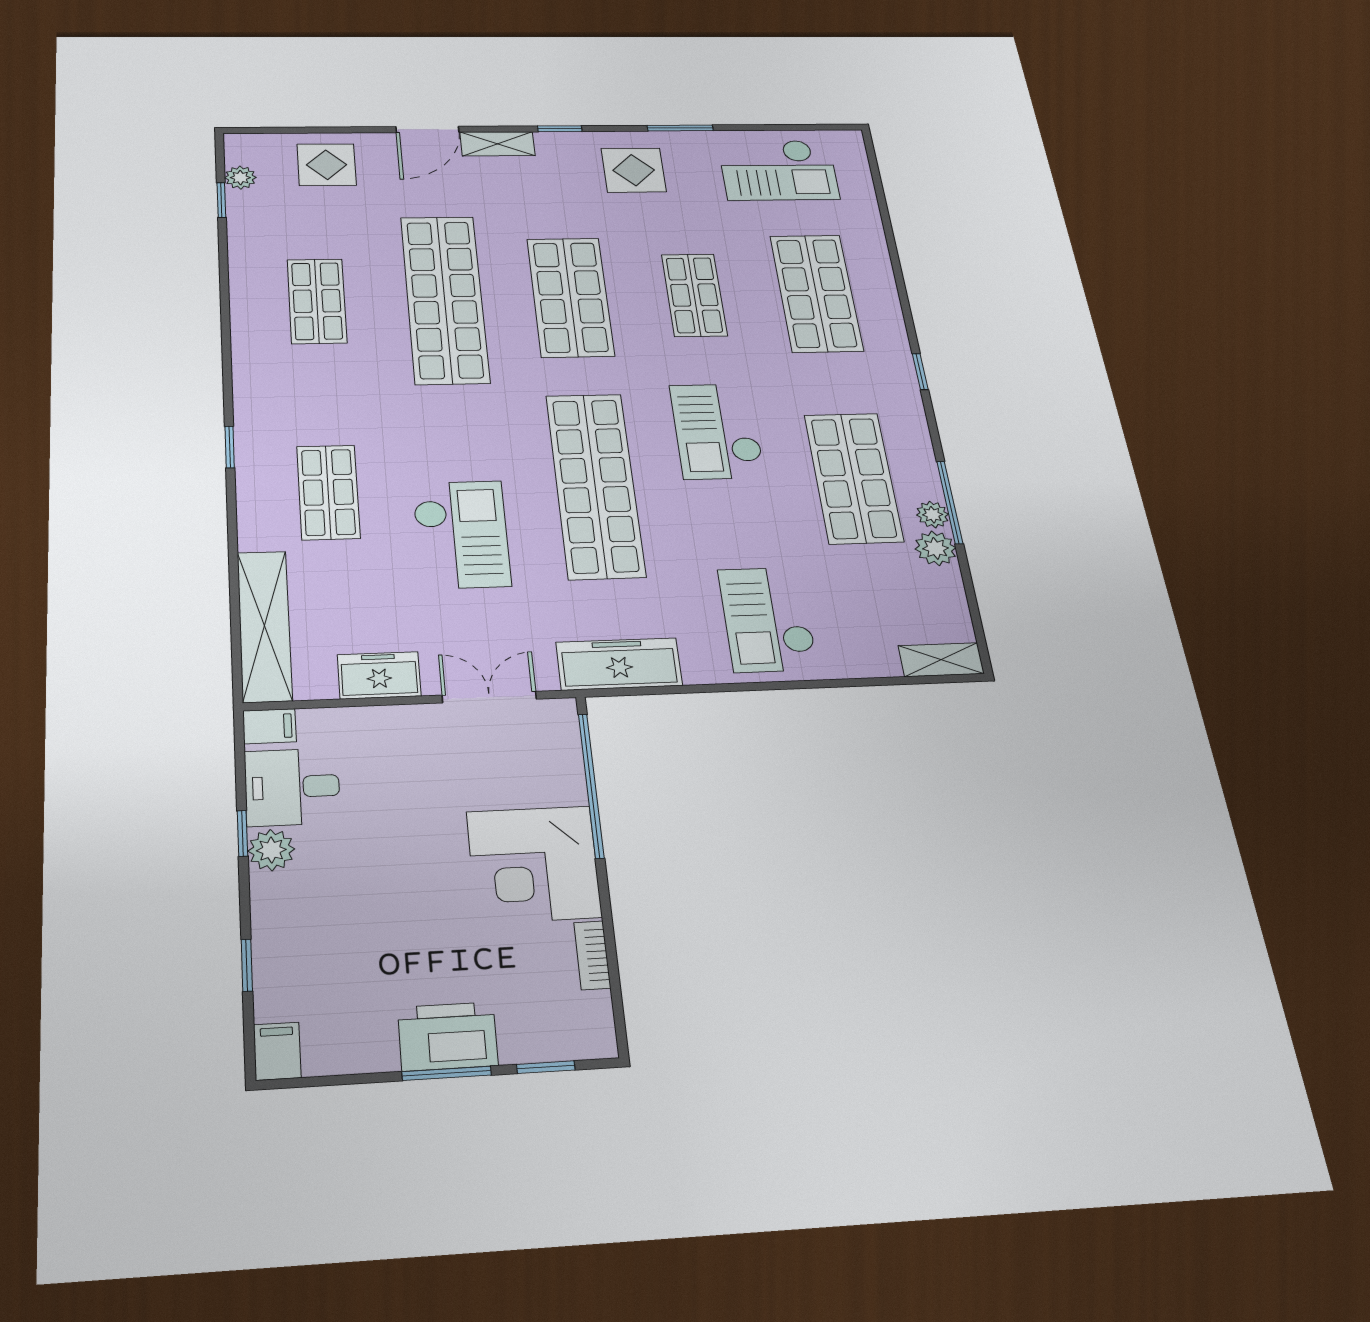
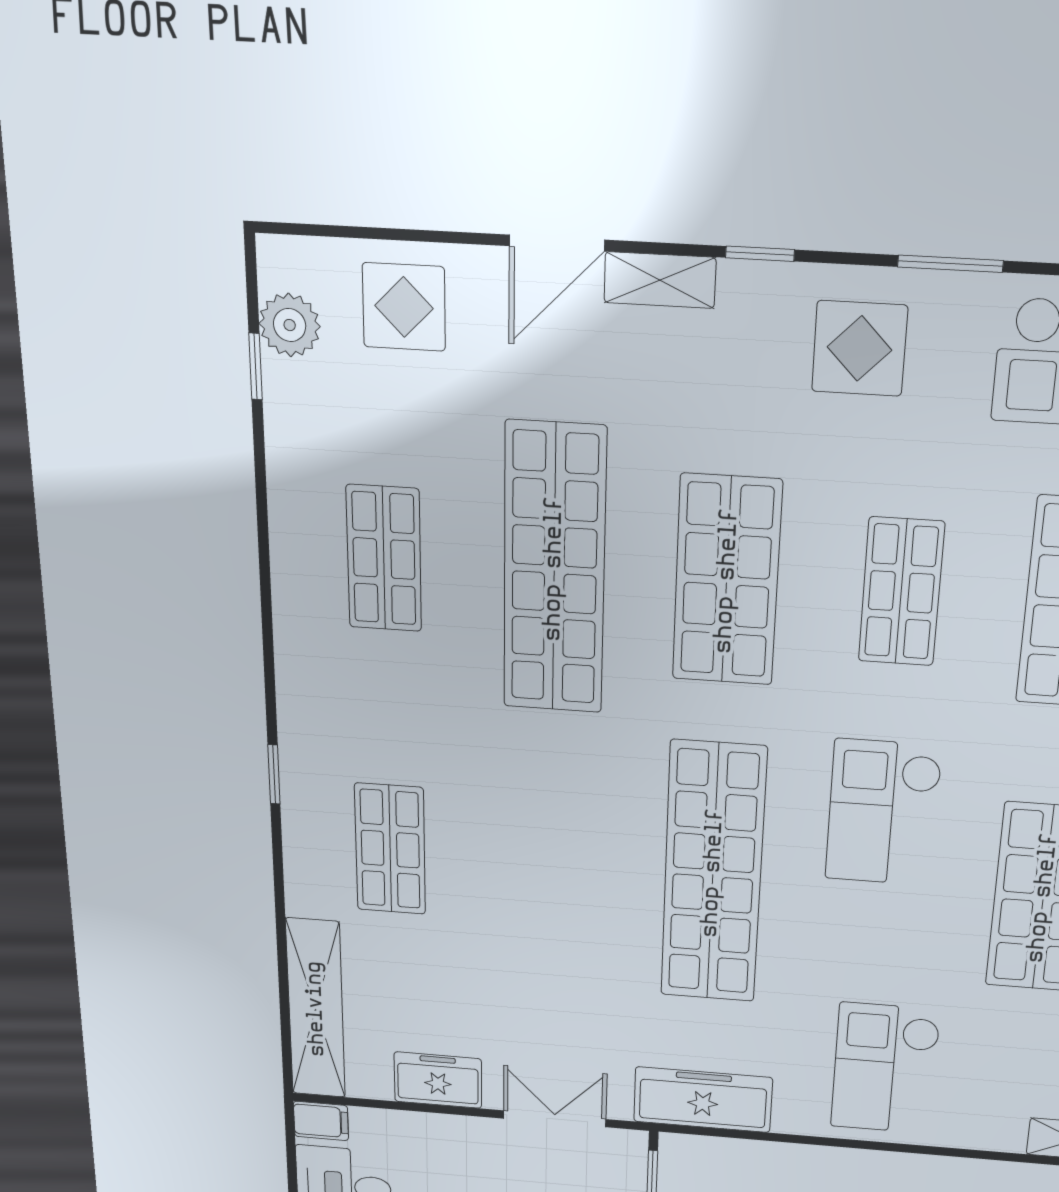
plant: (240, 178) -> (290, 325), width x1.38, depth x1.38
checkout: (461, 534) -> (543, 922), removed

